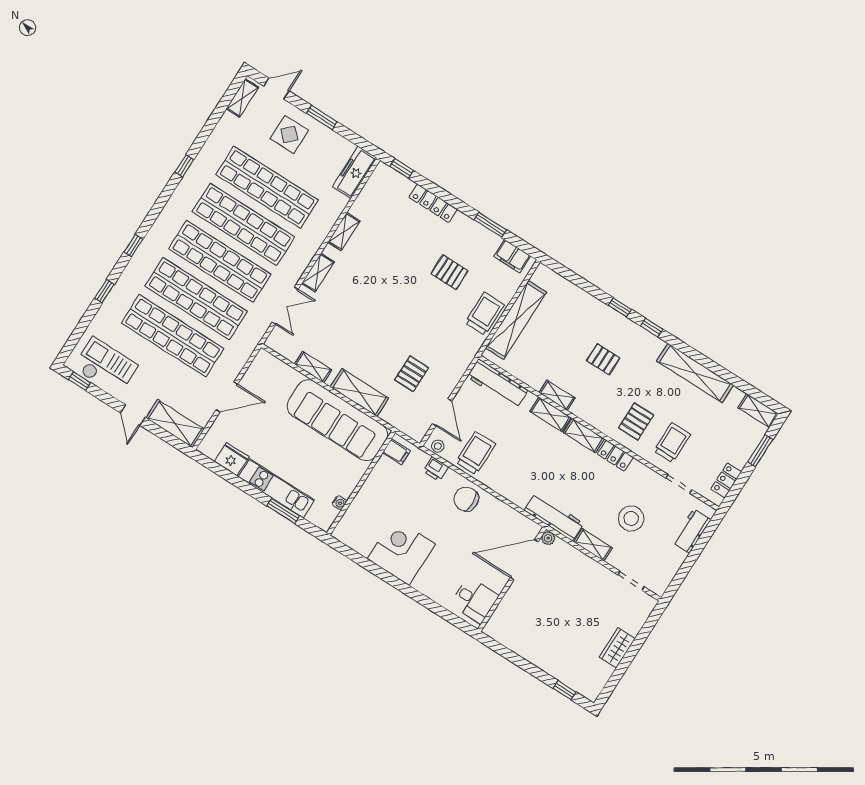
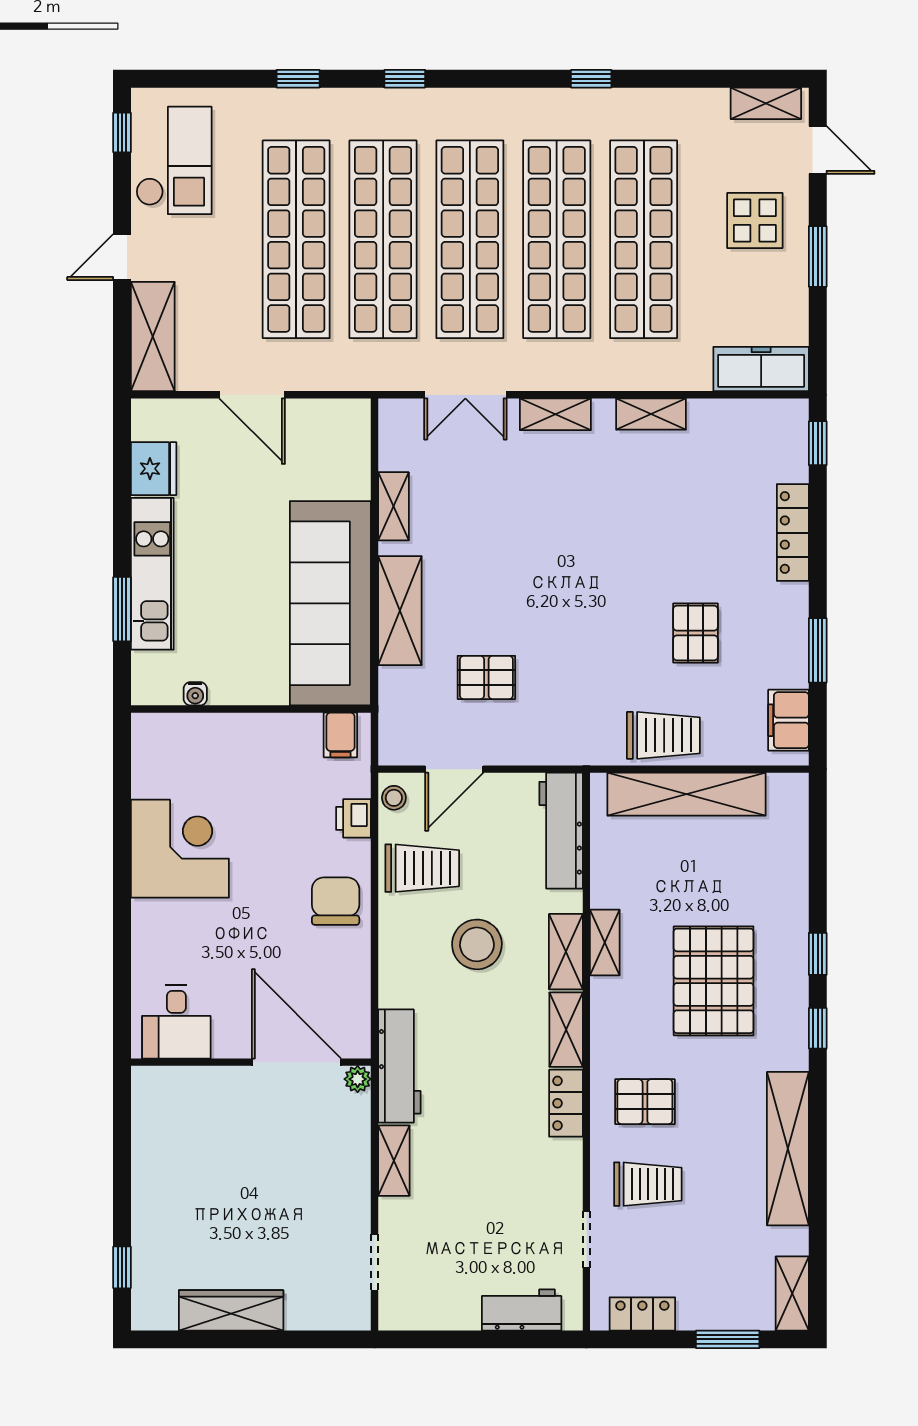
pallet: (603, 359) -> (714, 981), width x2.05, depth x2.00
stool: (631, 519) -> (477, 944), moved
wardrobe: (617, 648) -> (231, 1310), width x1.50

